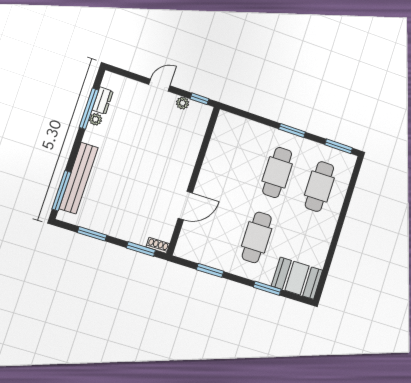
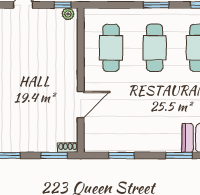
plant: (183, 103) -> (68, 14), moved
cafe table: (257, 237) -> (111, 48), moved

